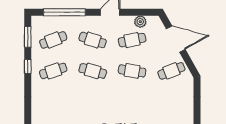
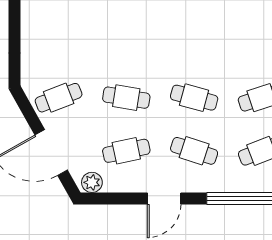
plant: (140, 22) -> (92, 182), moved

